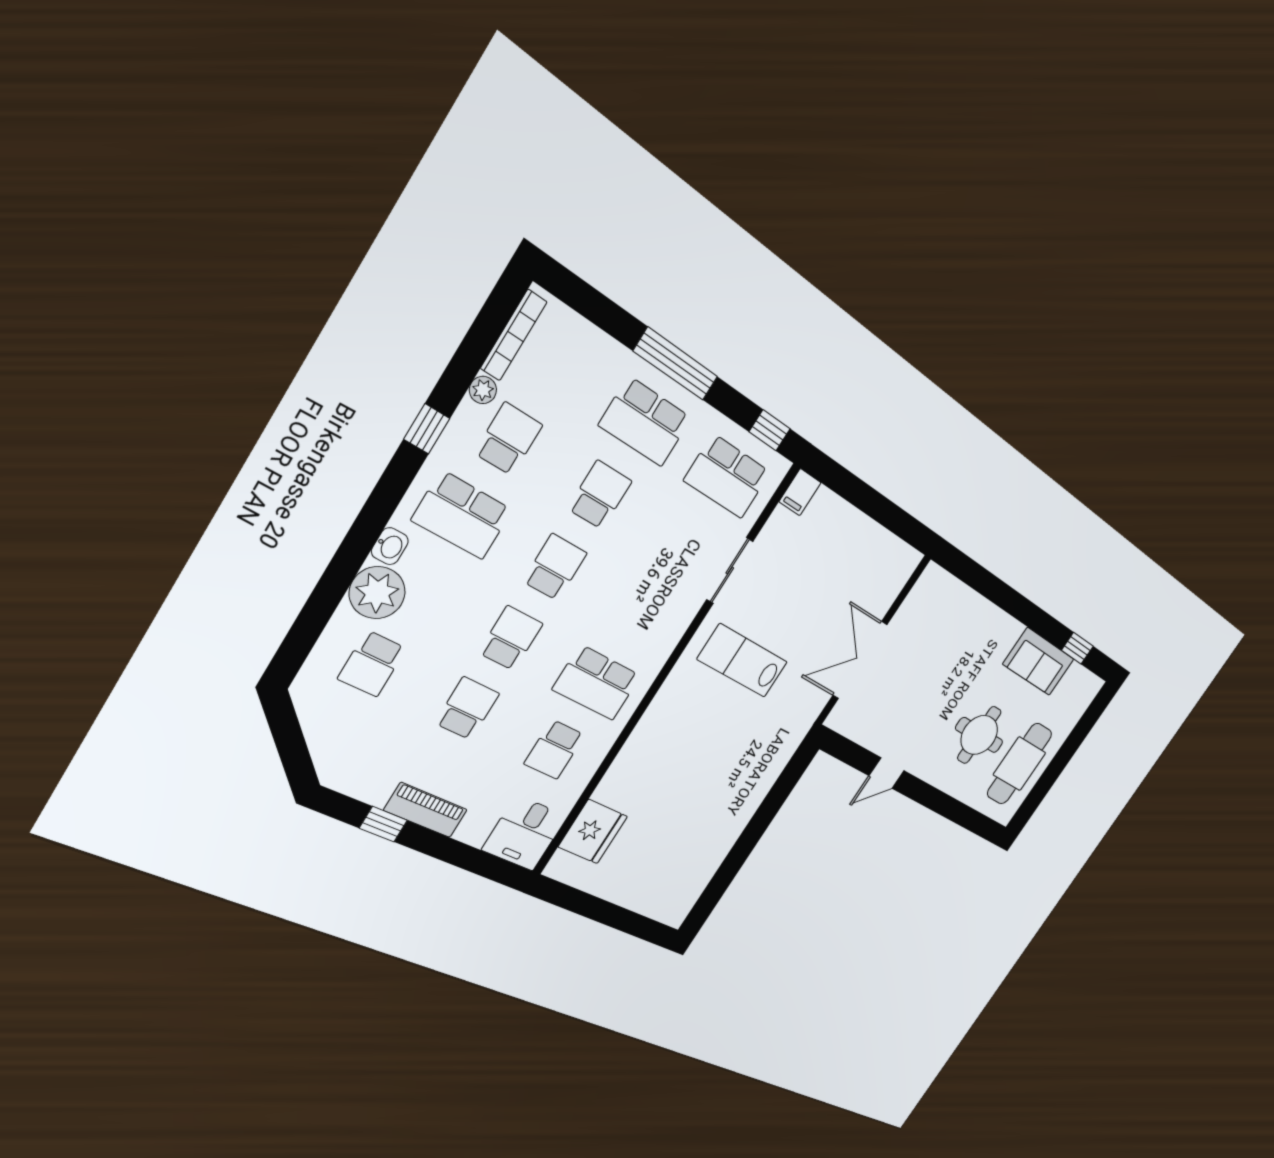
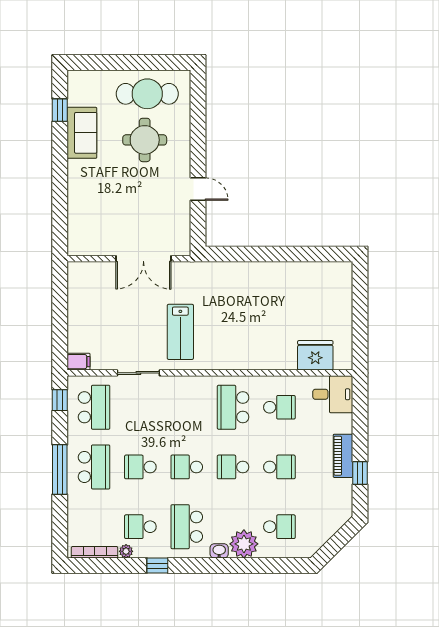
school desk: (462, 515) -> (187, 527), turned 180
school desk: (597, 683) -> (233, 407), turned 180
school desk: (467, 708) -> (279, 467), turned 180

